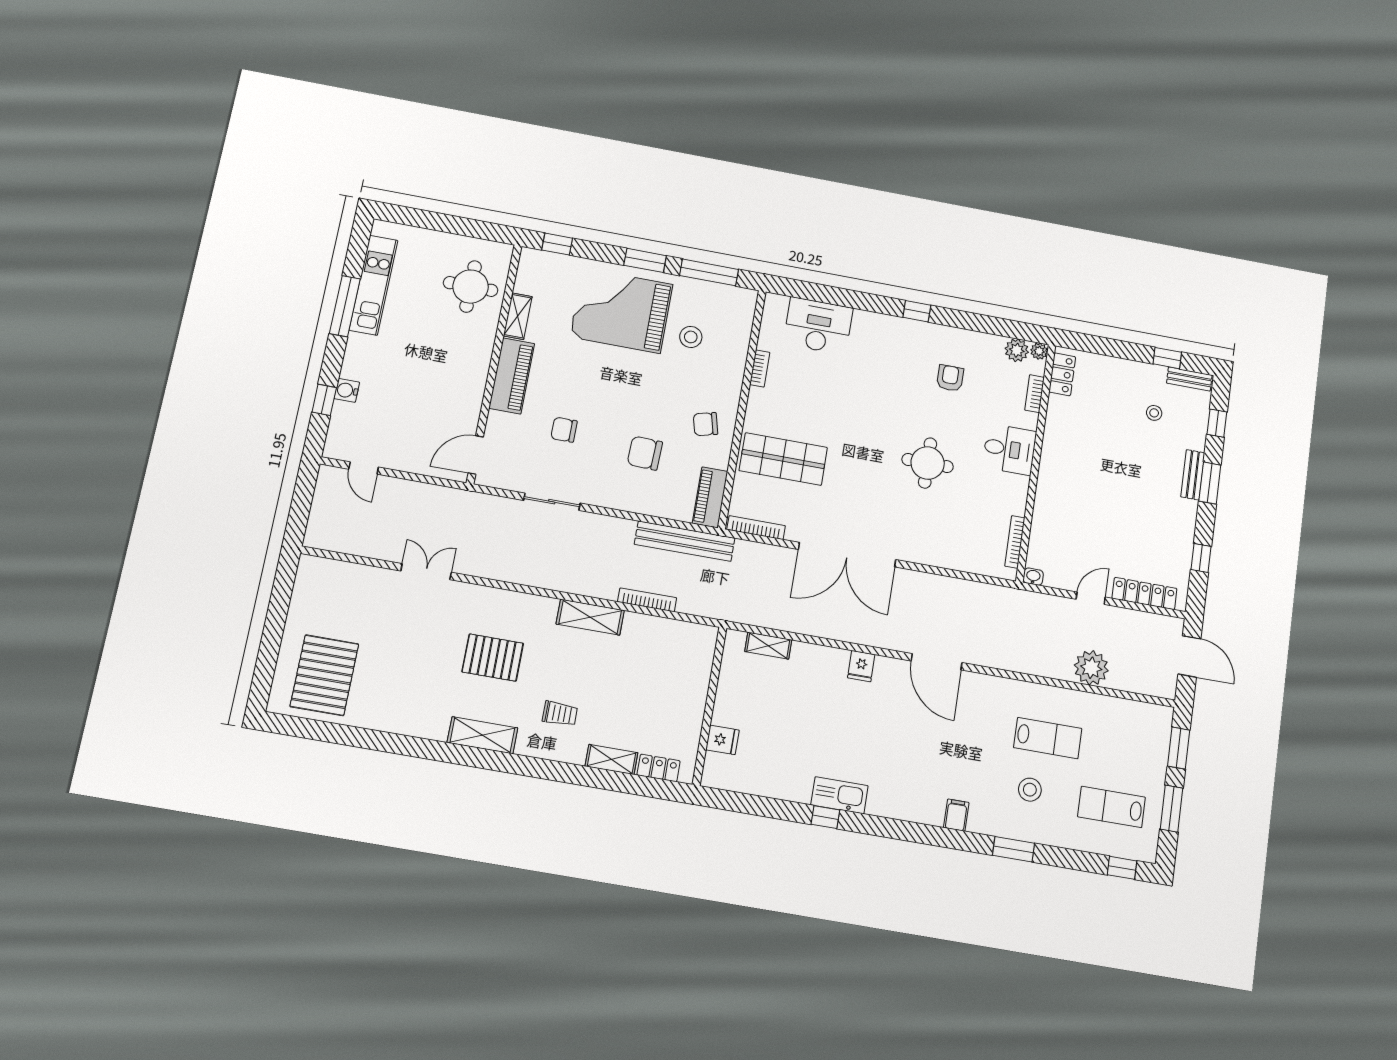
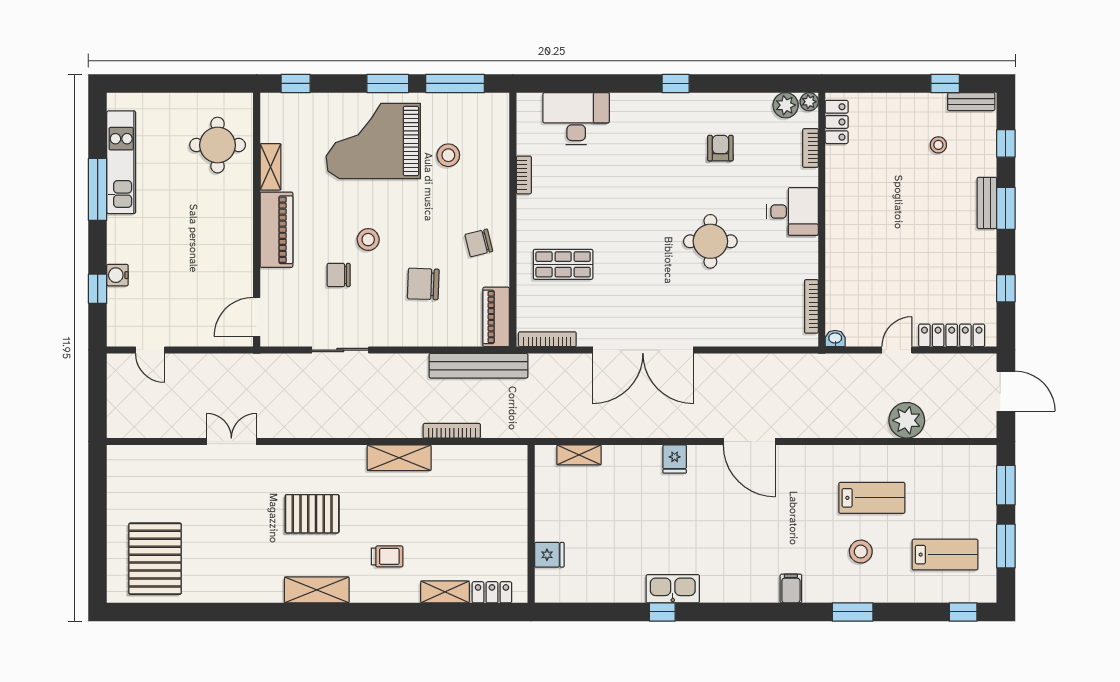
stool: (599, 401) -> (368, 240), added
shop shelf: (783, 459) -> (563, 264), width x0.70, depth x0.74
lab bench: (1112, 807) -> (945, 555), turned 180

